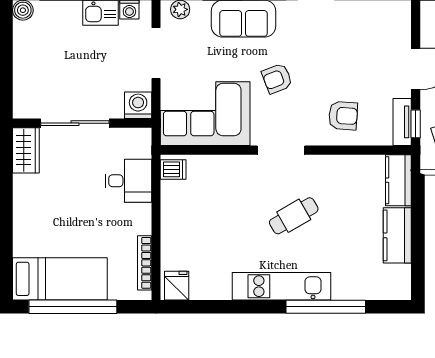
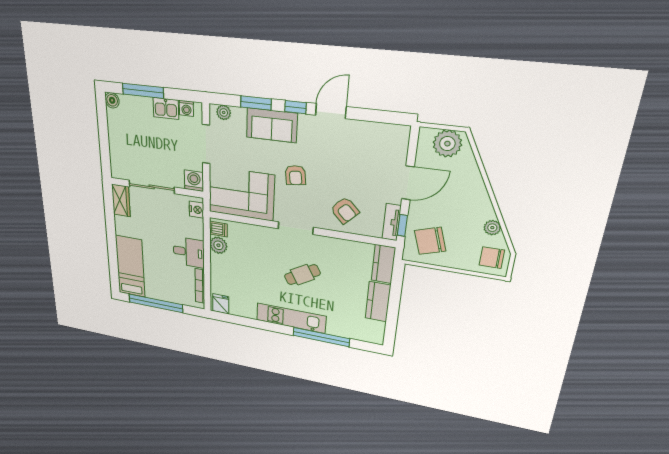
armchair: (277, 79) -> (295, 175), turned -76
armchair: (343, 116) -> (345, 210), turned 41
nightstand: (141, 146) -> (196, 210), added
desk: (128, 181) -> (189, 252), moved
plant: (173, 194) -> (218, 245), added
bed: (60, 279) -> (130, 267), moved, turned -90

